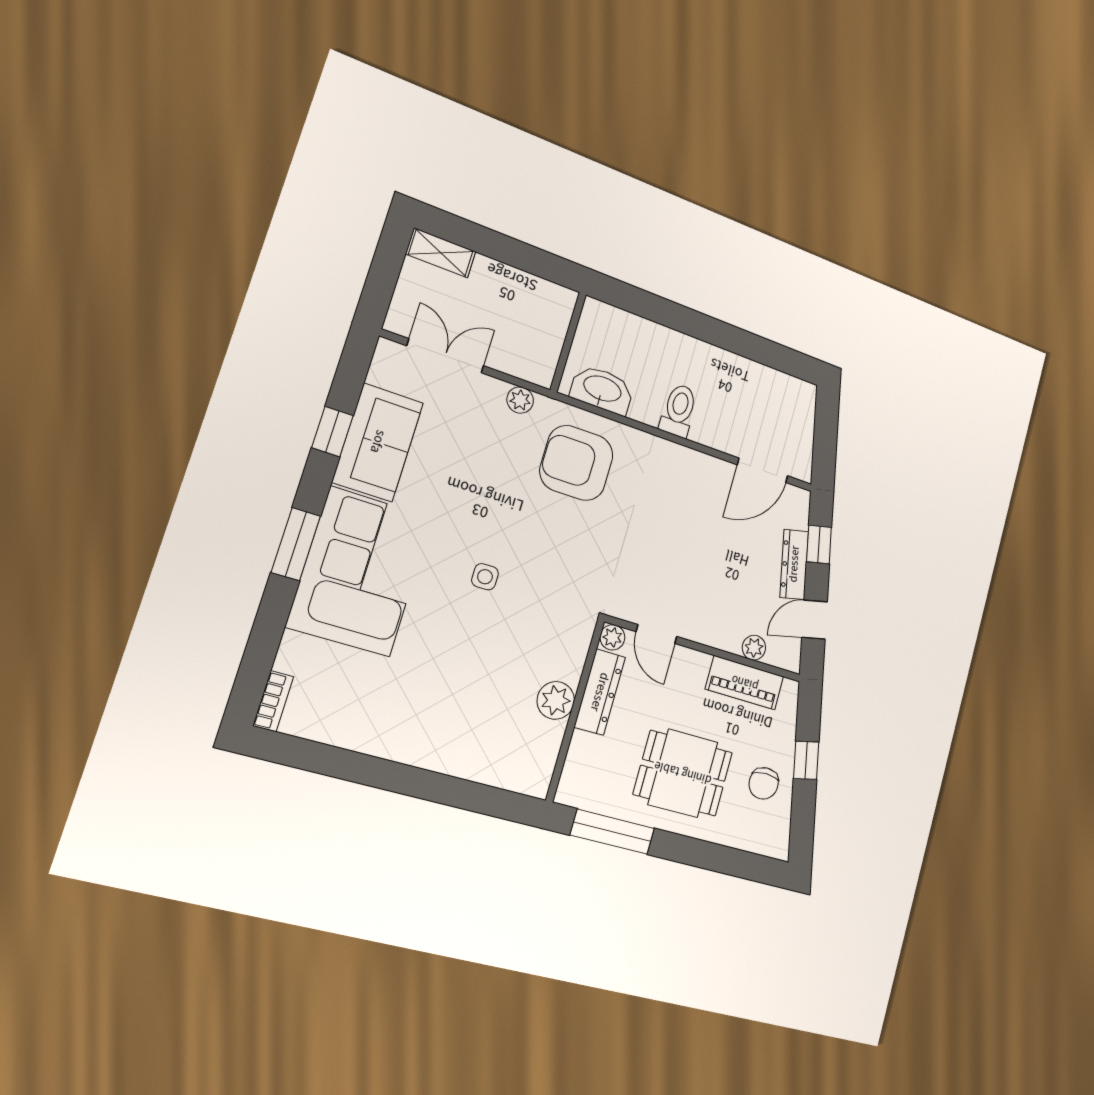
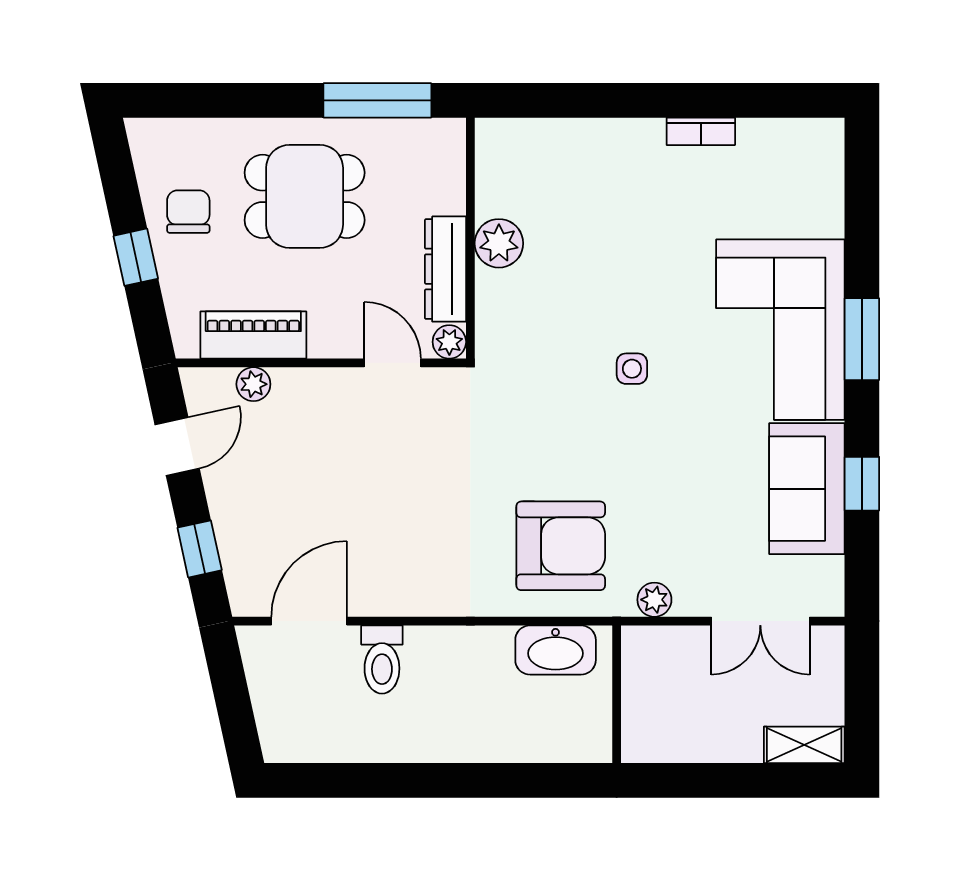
toilet: (679, 410) -> (382, 660), moved
dresser: (794, 564) -> (228, 511), removed
bookcase: (273, 701) -> (701, 131), moved, turned -90

